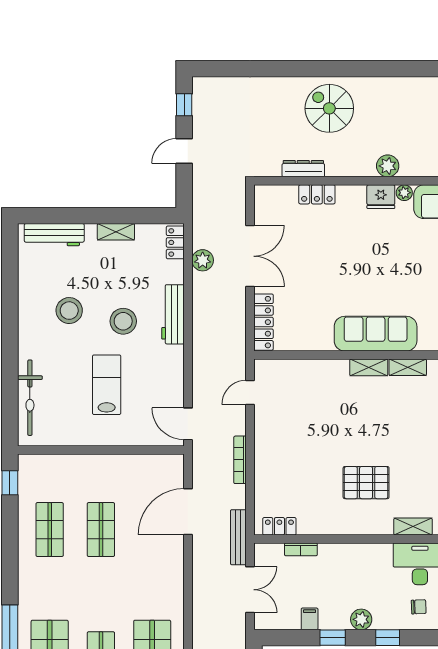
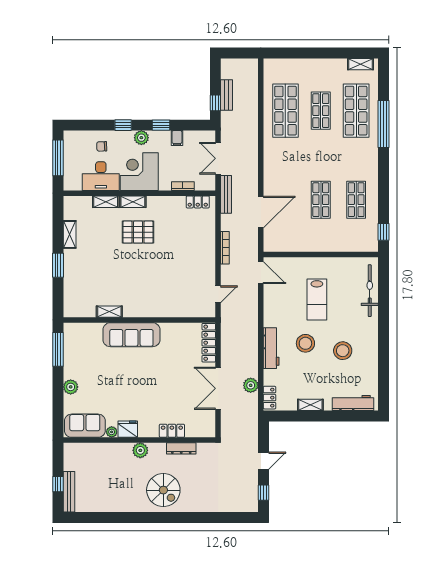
plant: (388, 166) -> (140, 450), moved
shelving: (369, 367) -> (133, 202), moved
corner desk: (364, 570) -> (139, 172), added

